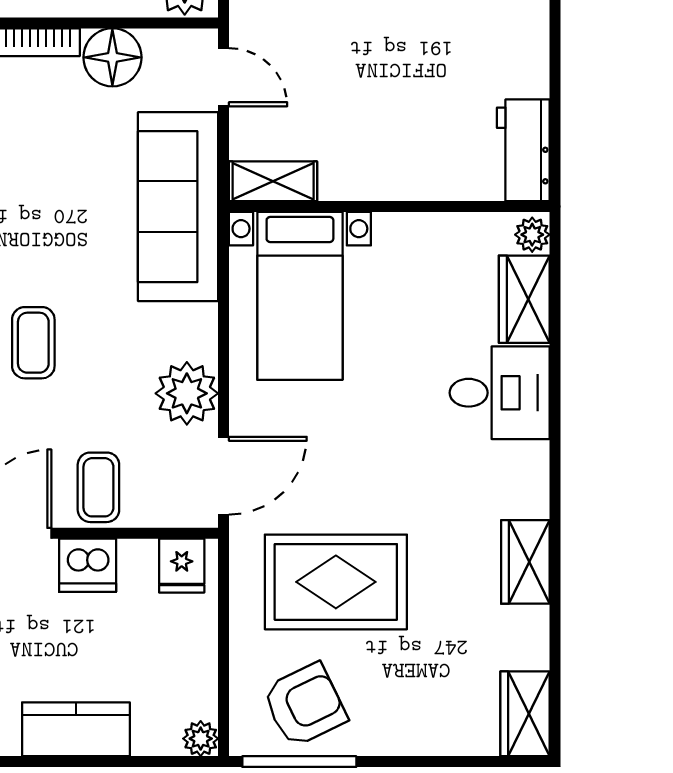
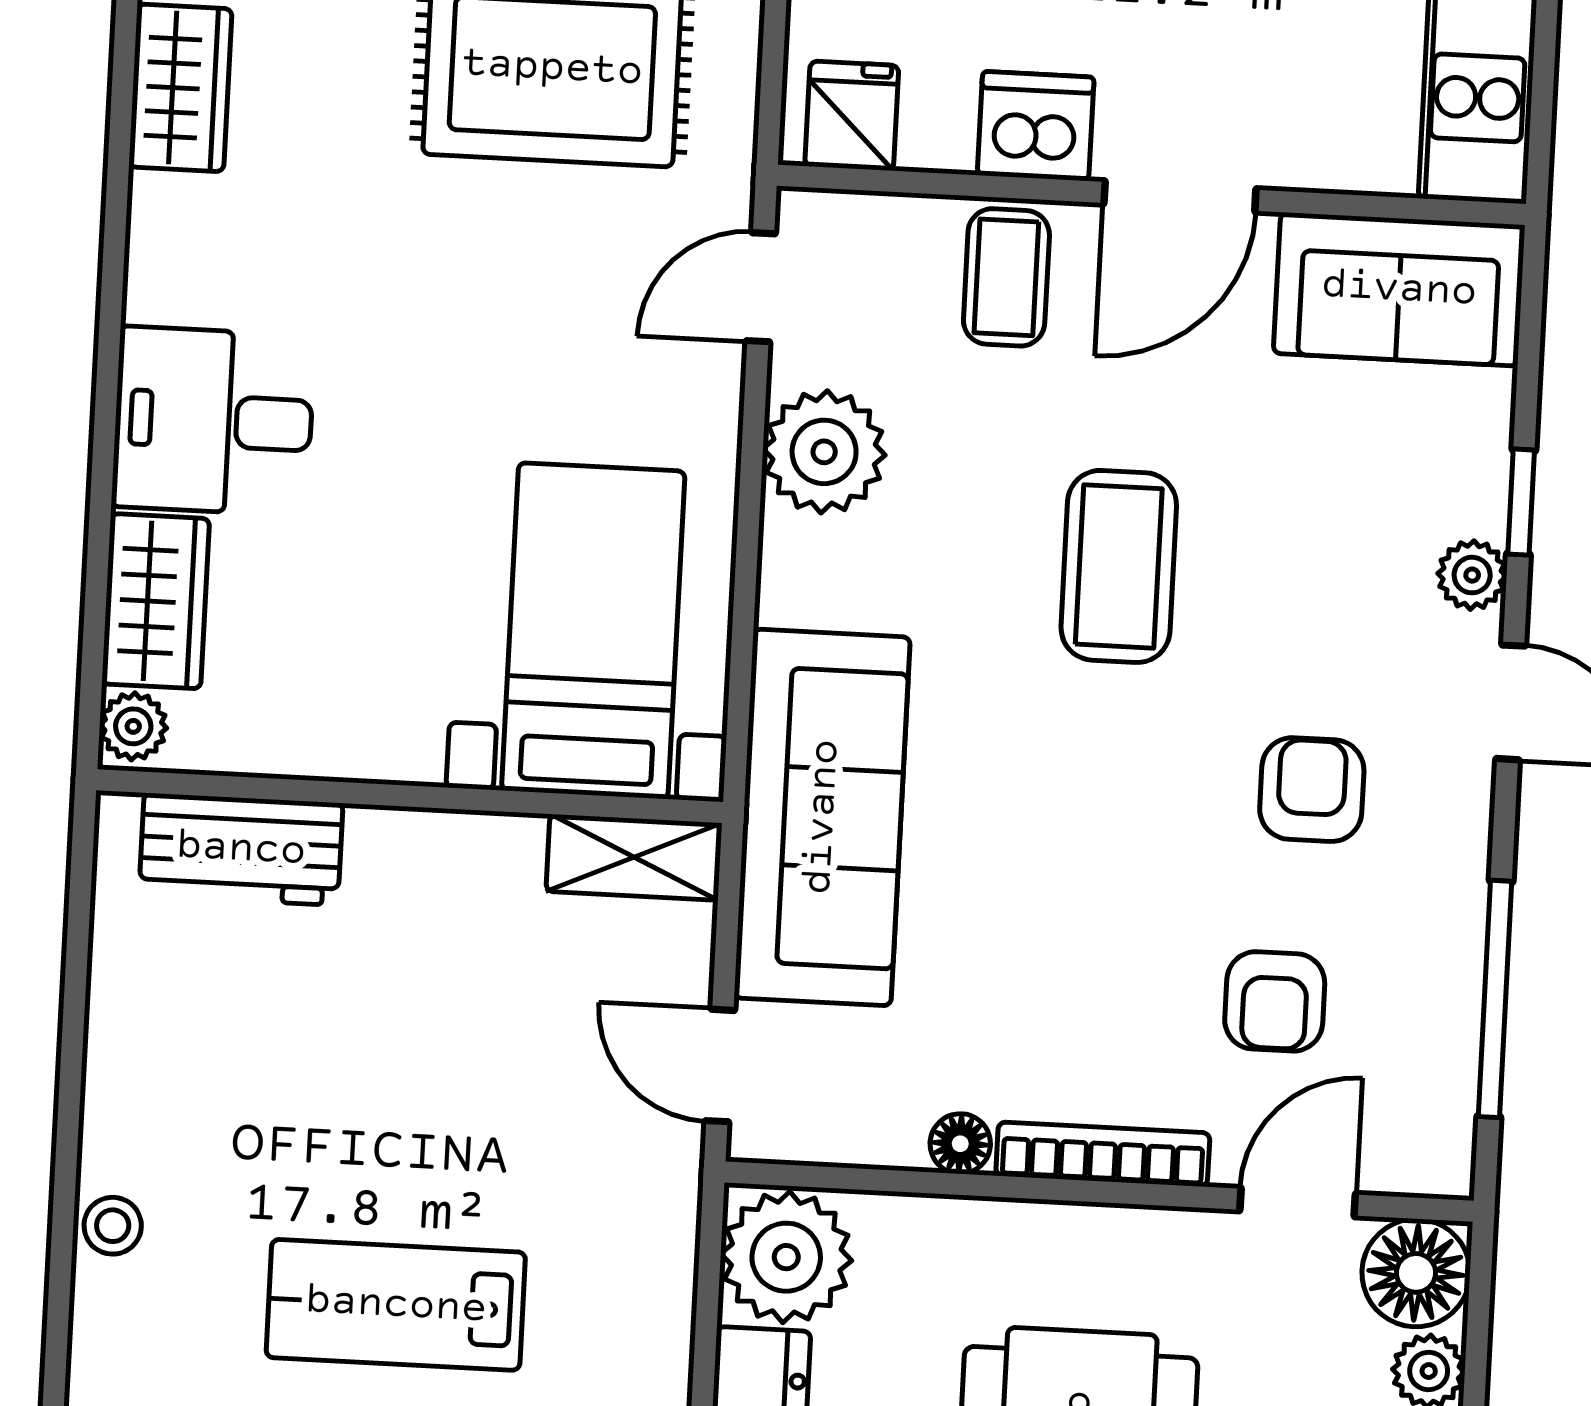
floor lamp: (112, 57) -> (960, 1144), width x0.53, depth x0.53
workbench: (523, 150) -> (241, 849), moved, turned 90
coffee table: (33, 343) -> (1119, 566), width x1.36, depth x1.30
door: (224, 476) -> (761, 287), width x0.73

